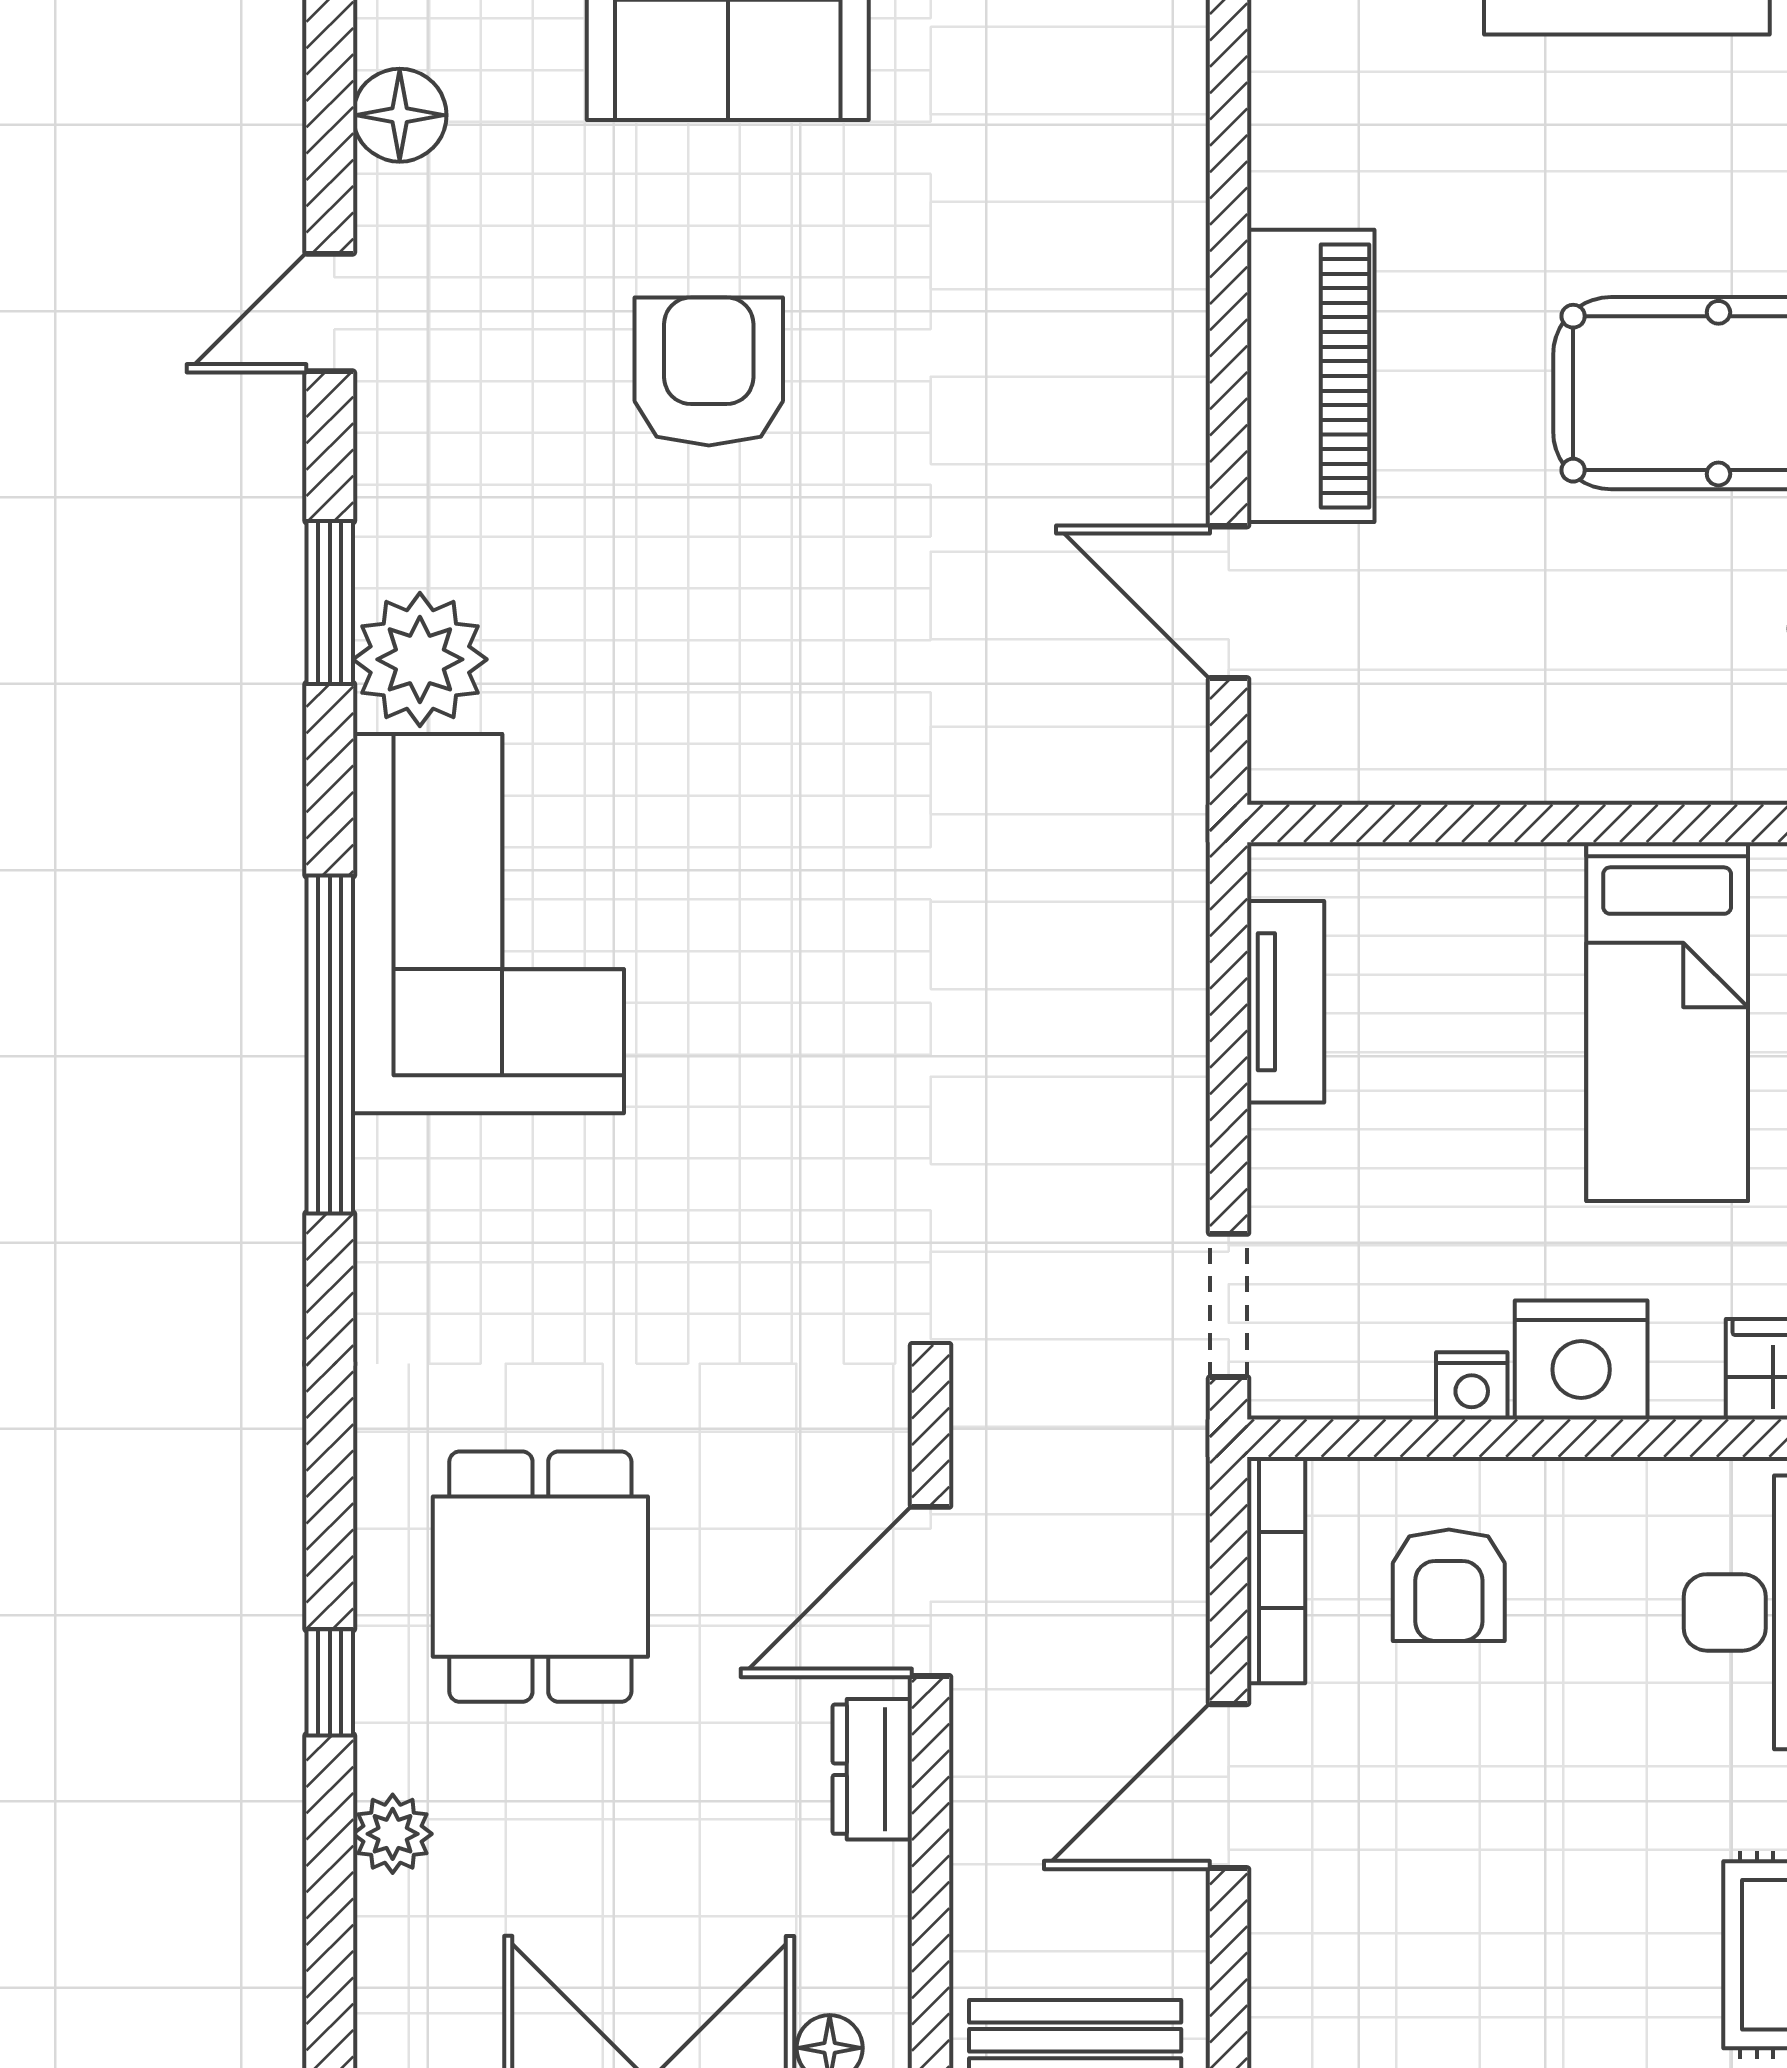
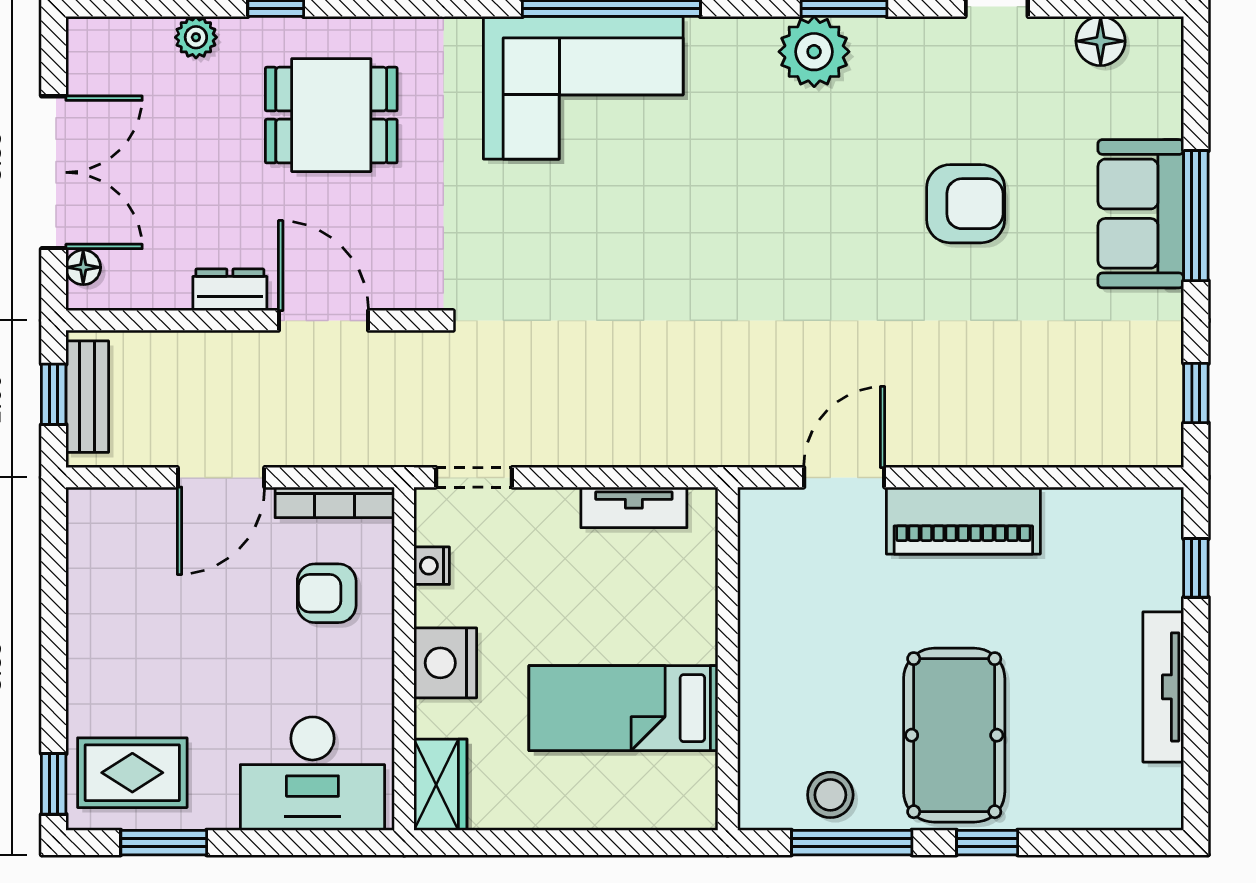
corner sofa: (488, 924) -> (583, 88), moved
nightstand: (1472, 1386) -> (432, 566), moved
door: (1229, 1786) -> (221, 477), swing flipped

